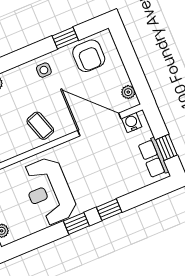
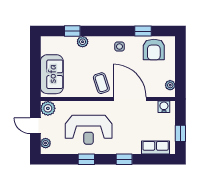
door: (99, 125) -> (130, 99), moved
row of seats: (153, 158) -> (156, 147), moved, turned 90
reception desk: (49, 191) -> (89, 130), turned -90
window: (76, 223) -> (86, 159), moved

